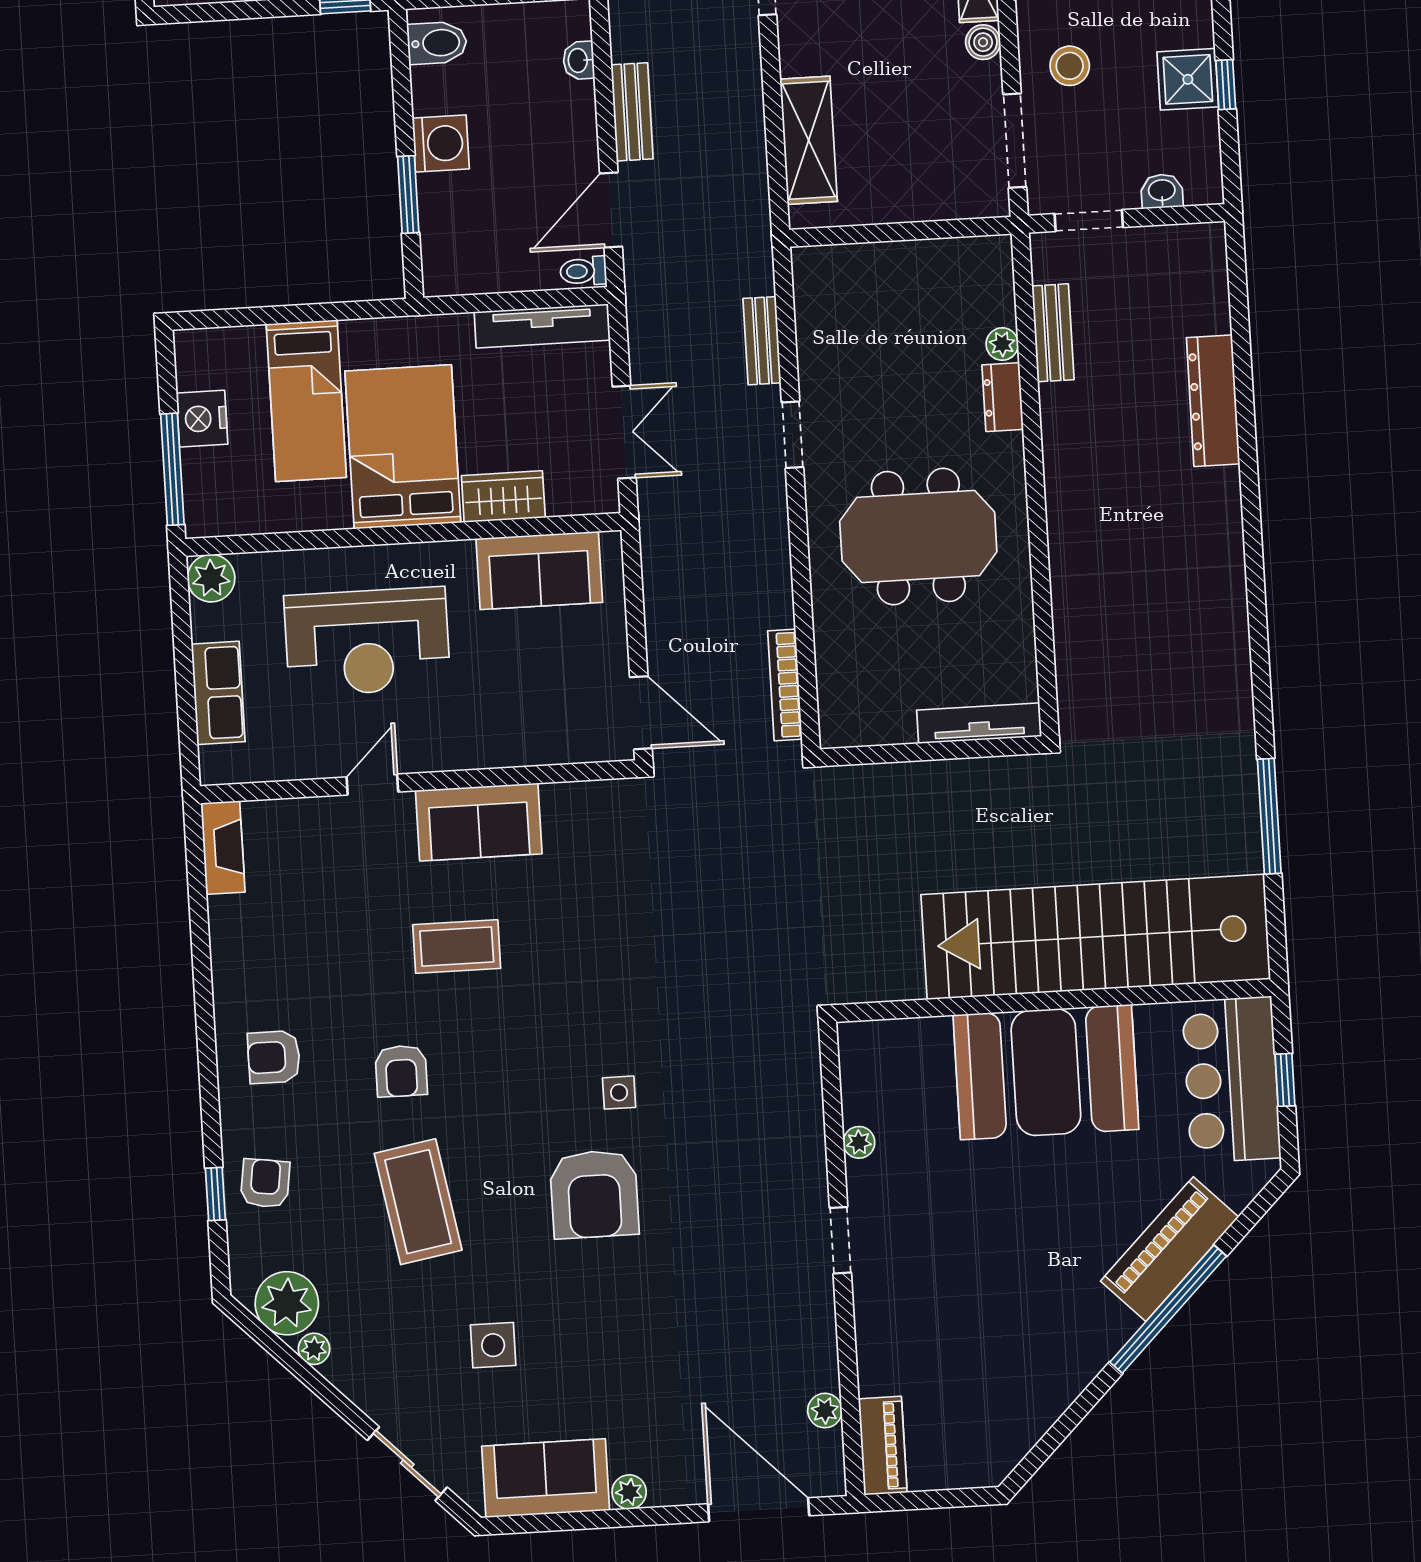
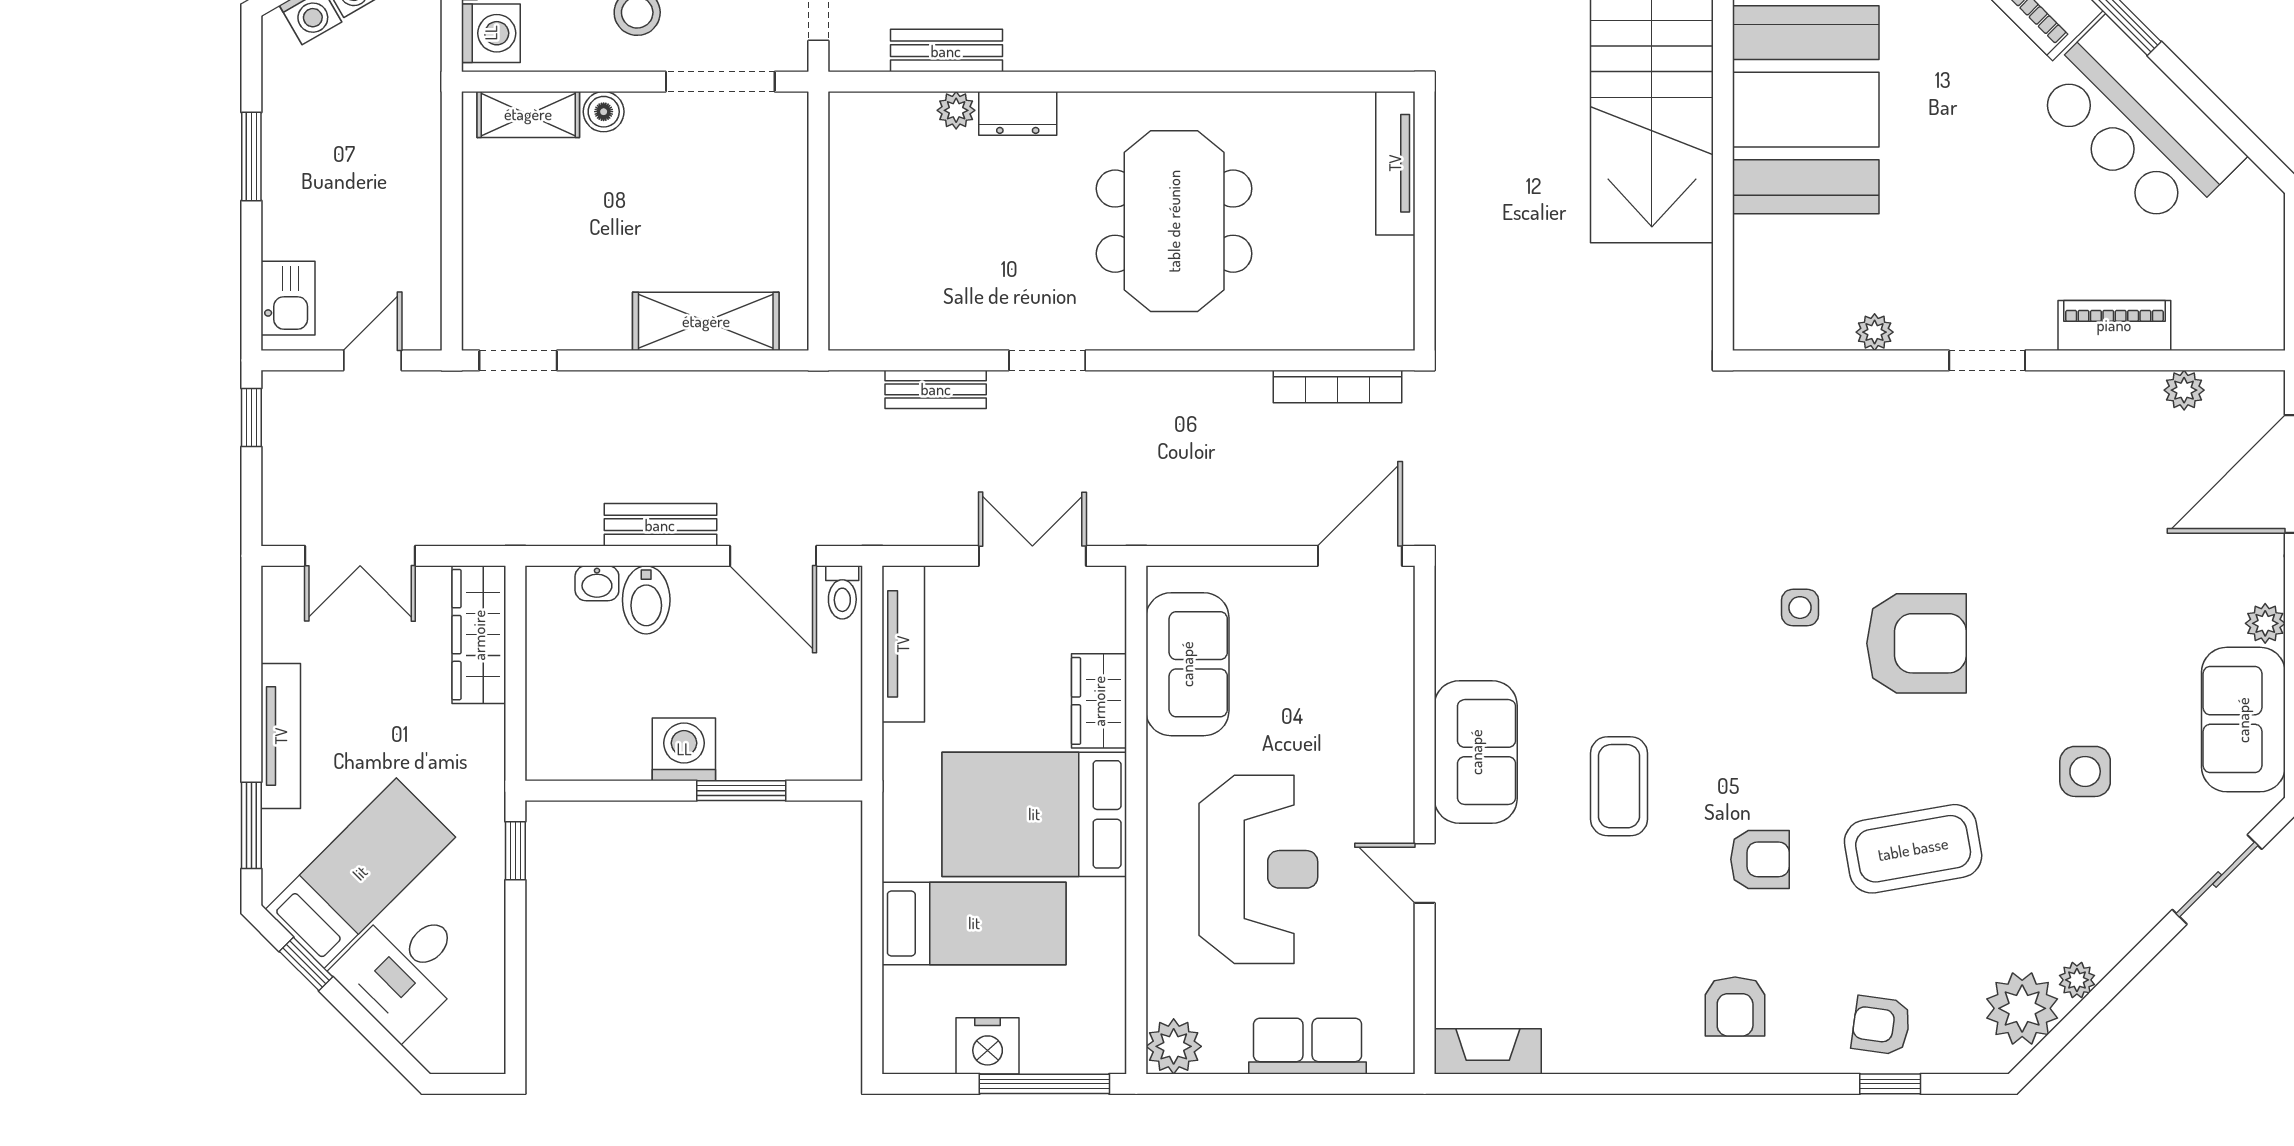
bidet: (437, 43) -> (646, 600), moved, turned 180
bar counter: (1050, 1357) -> (2137, 124), added
piano: (883, 1446) -> (2114, 325), moved

